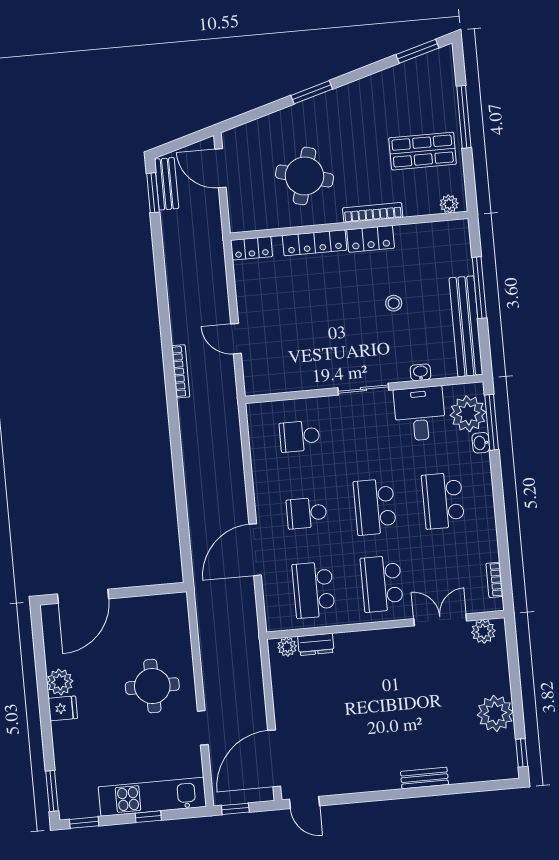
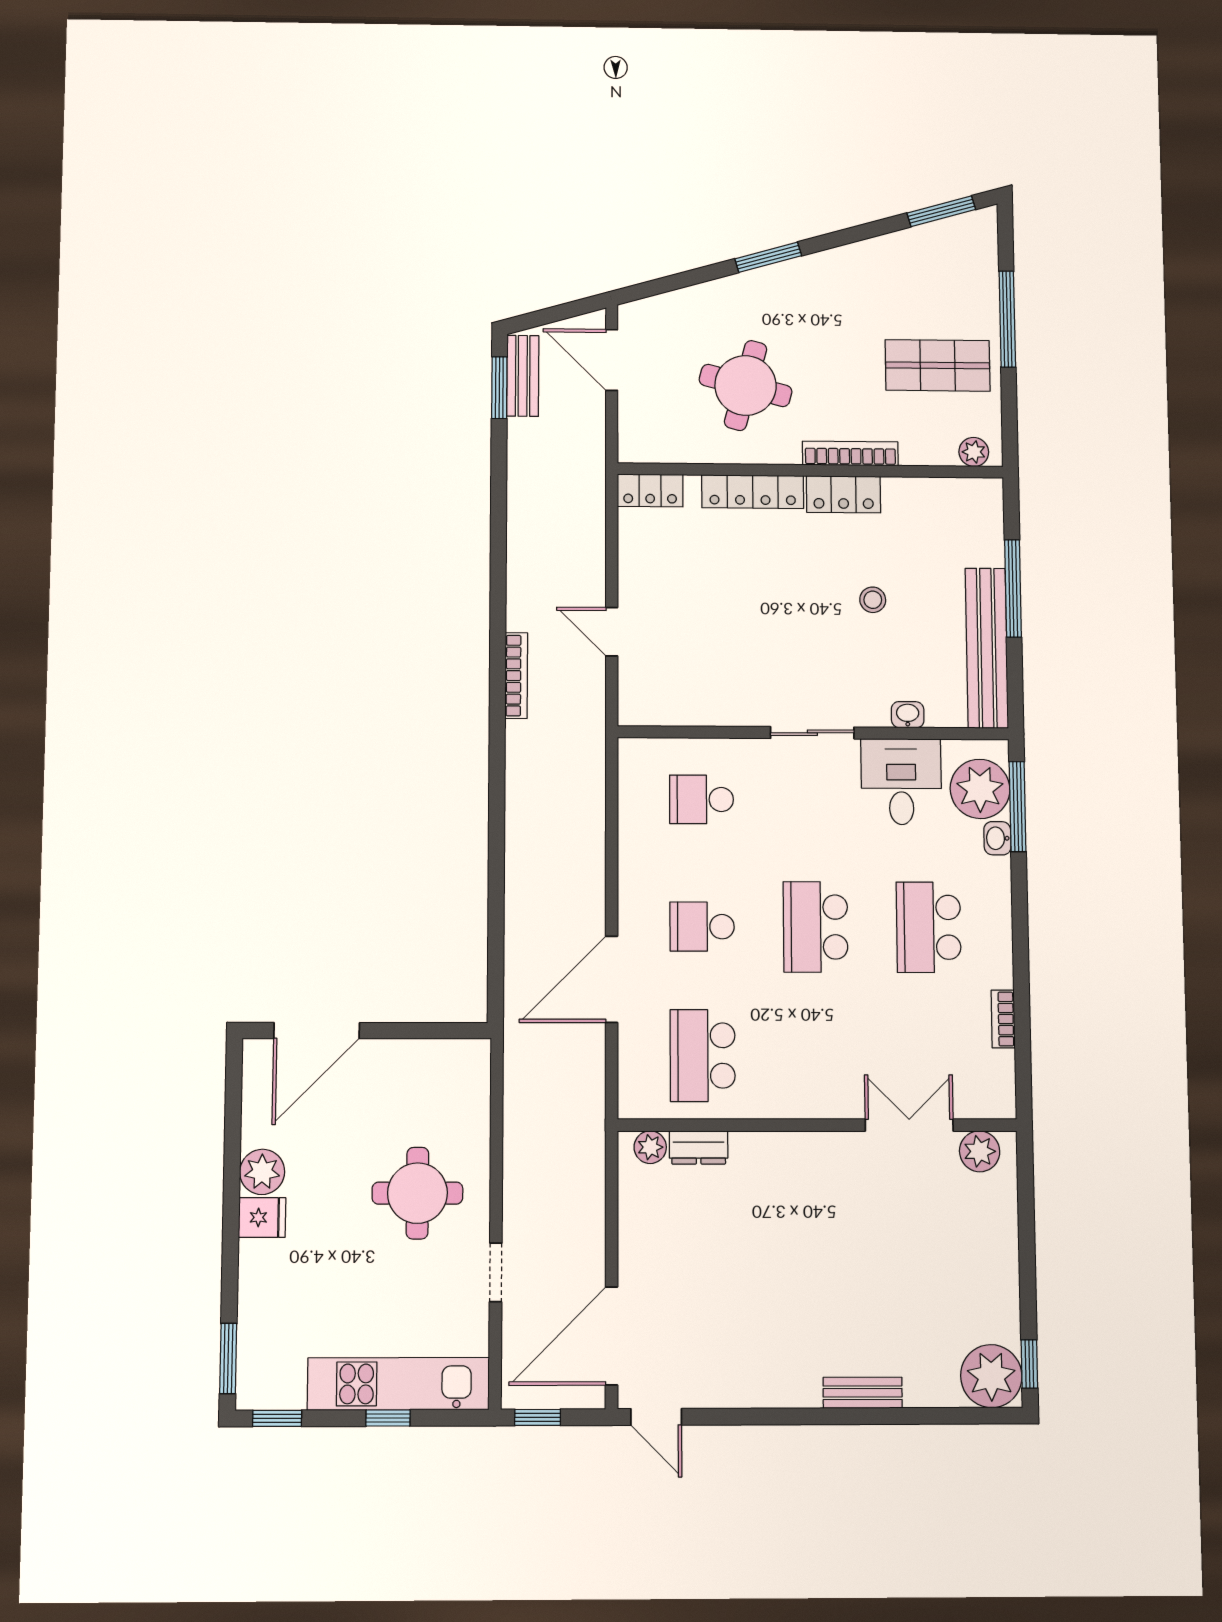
bookcase: (494, 580) -> (1003, 1019), moved
school desk: (382, 584) -> (817, 1056), removed
plant: (495, 713) -> (991, 1376), moved

